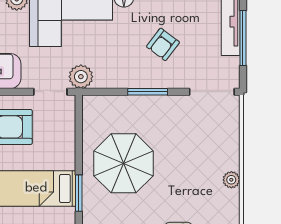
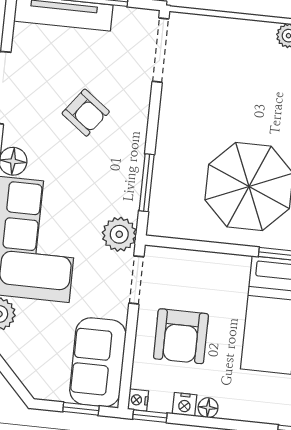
window: (148, 92) -> (147, 183), moved

